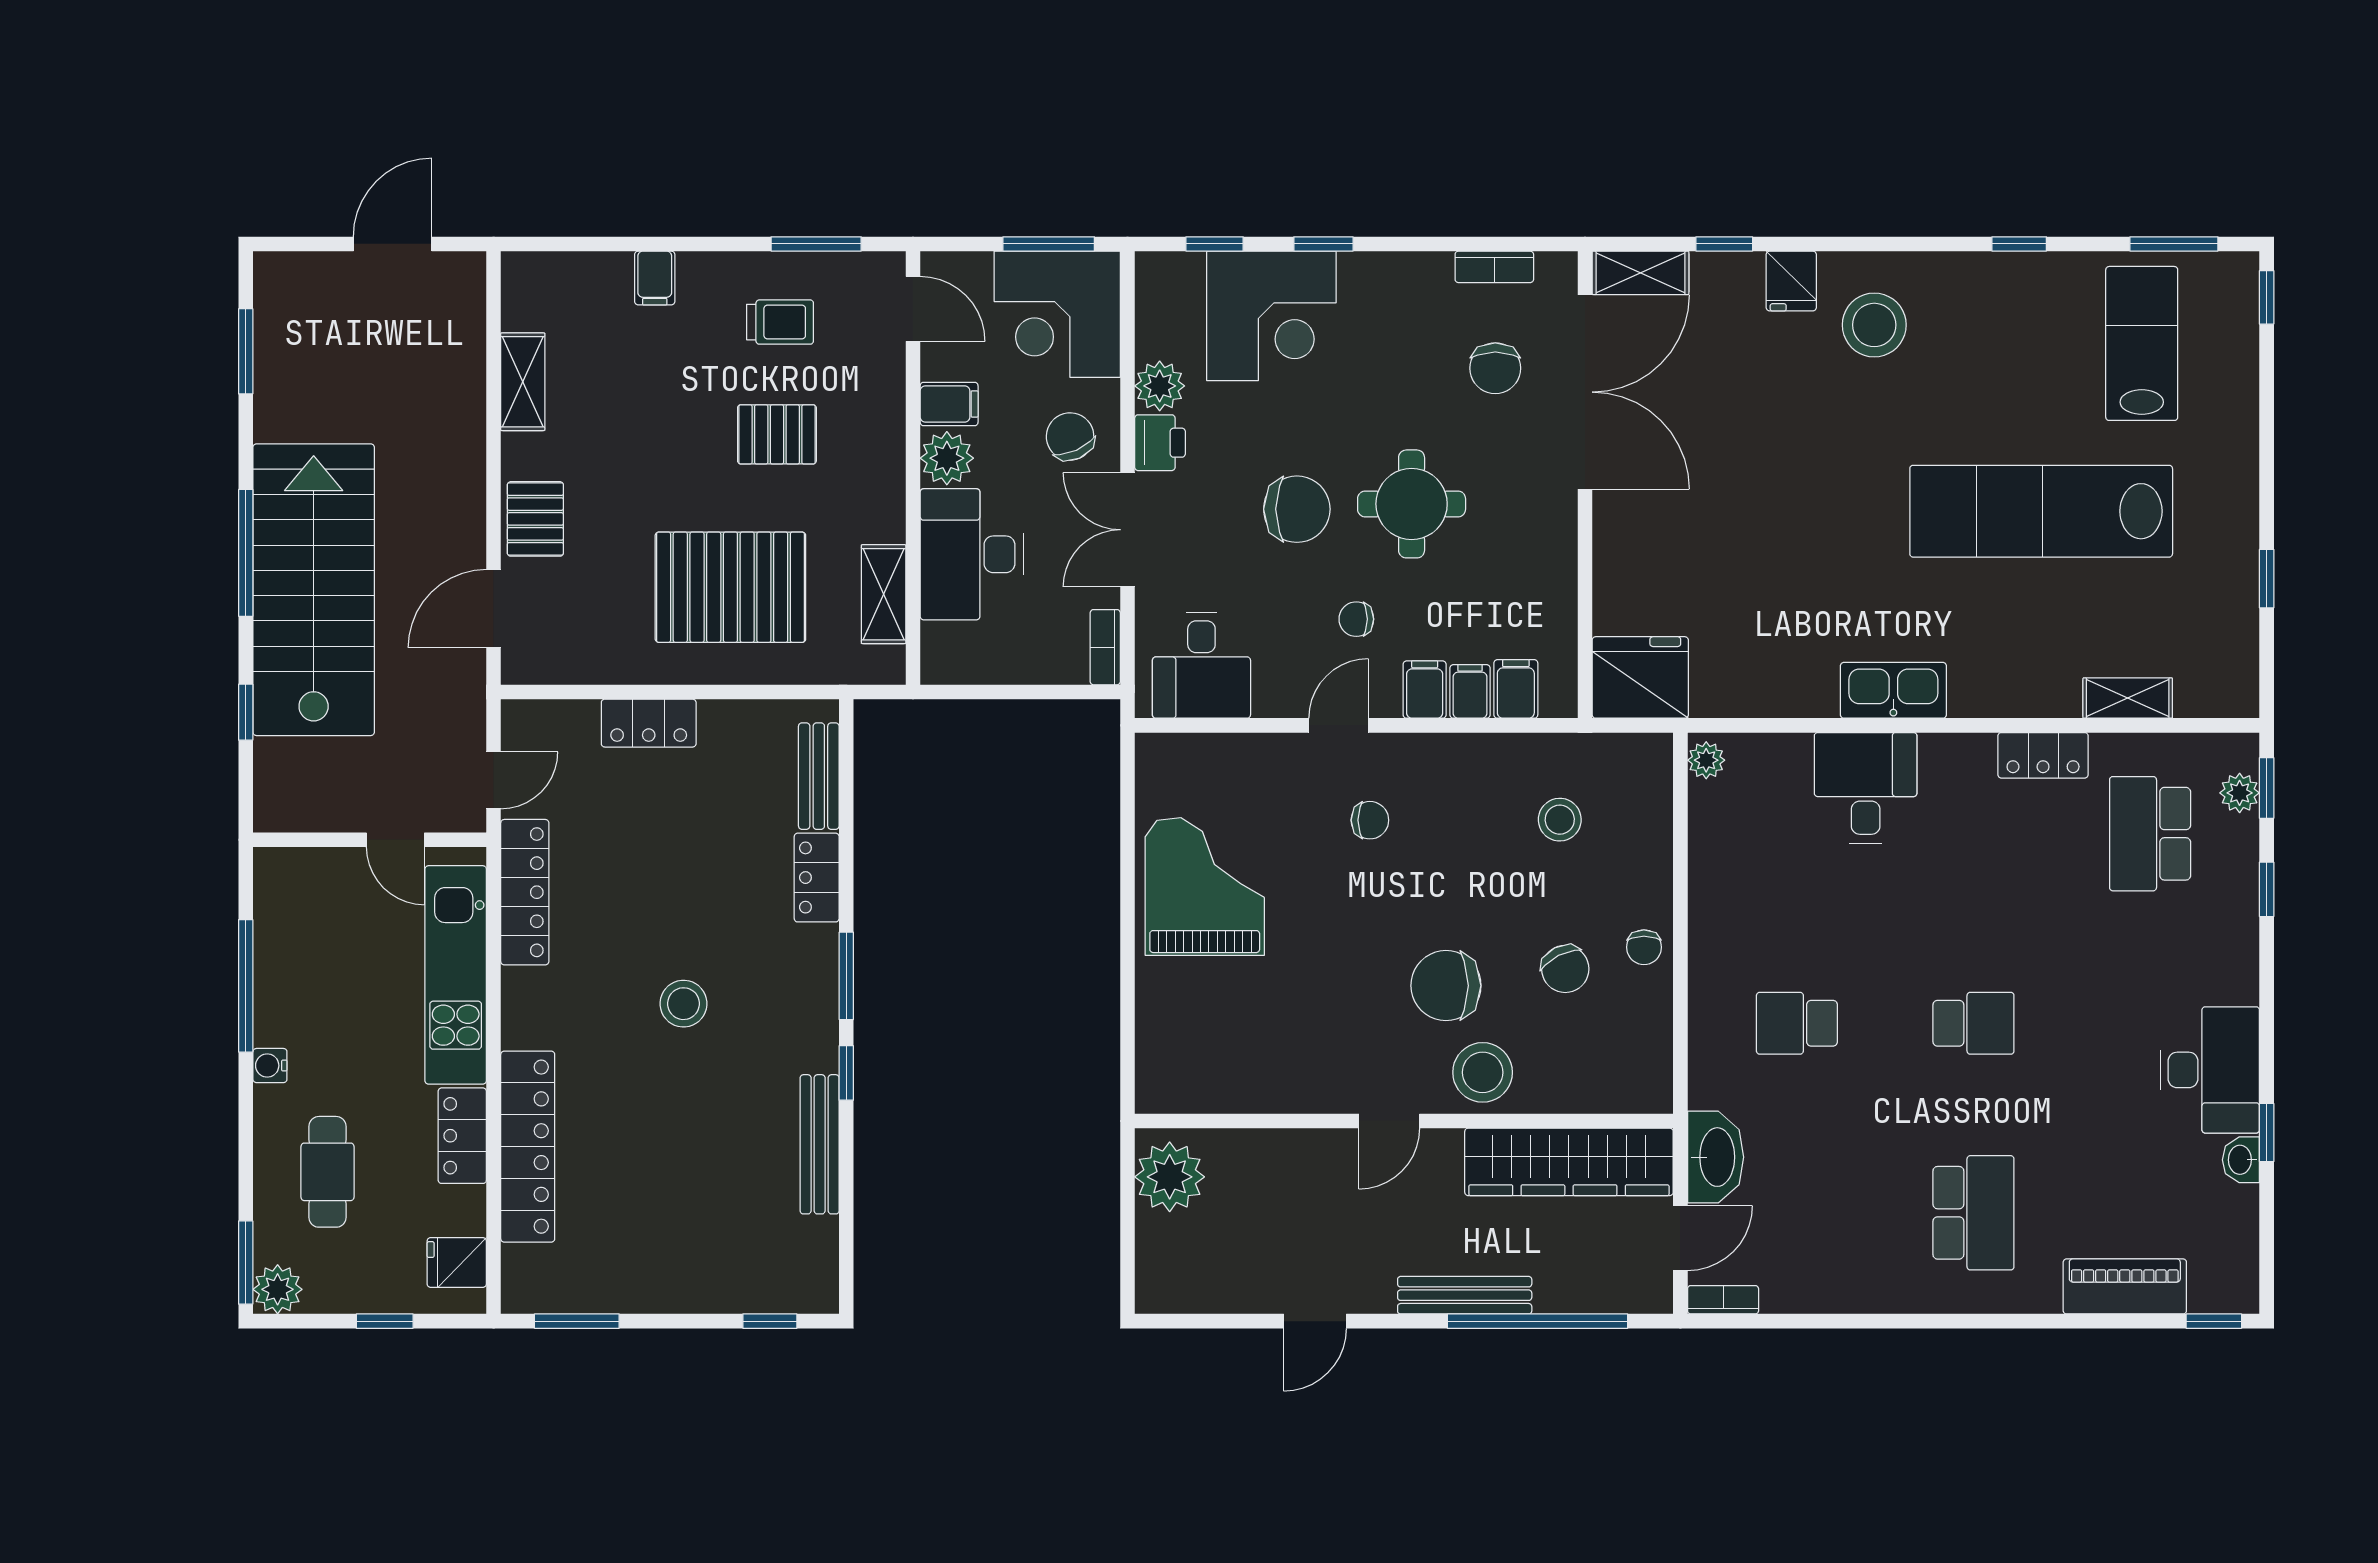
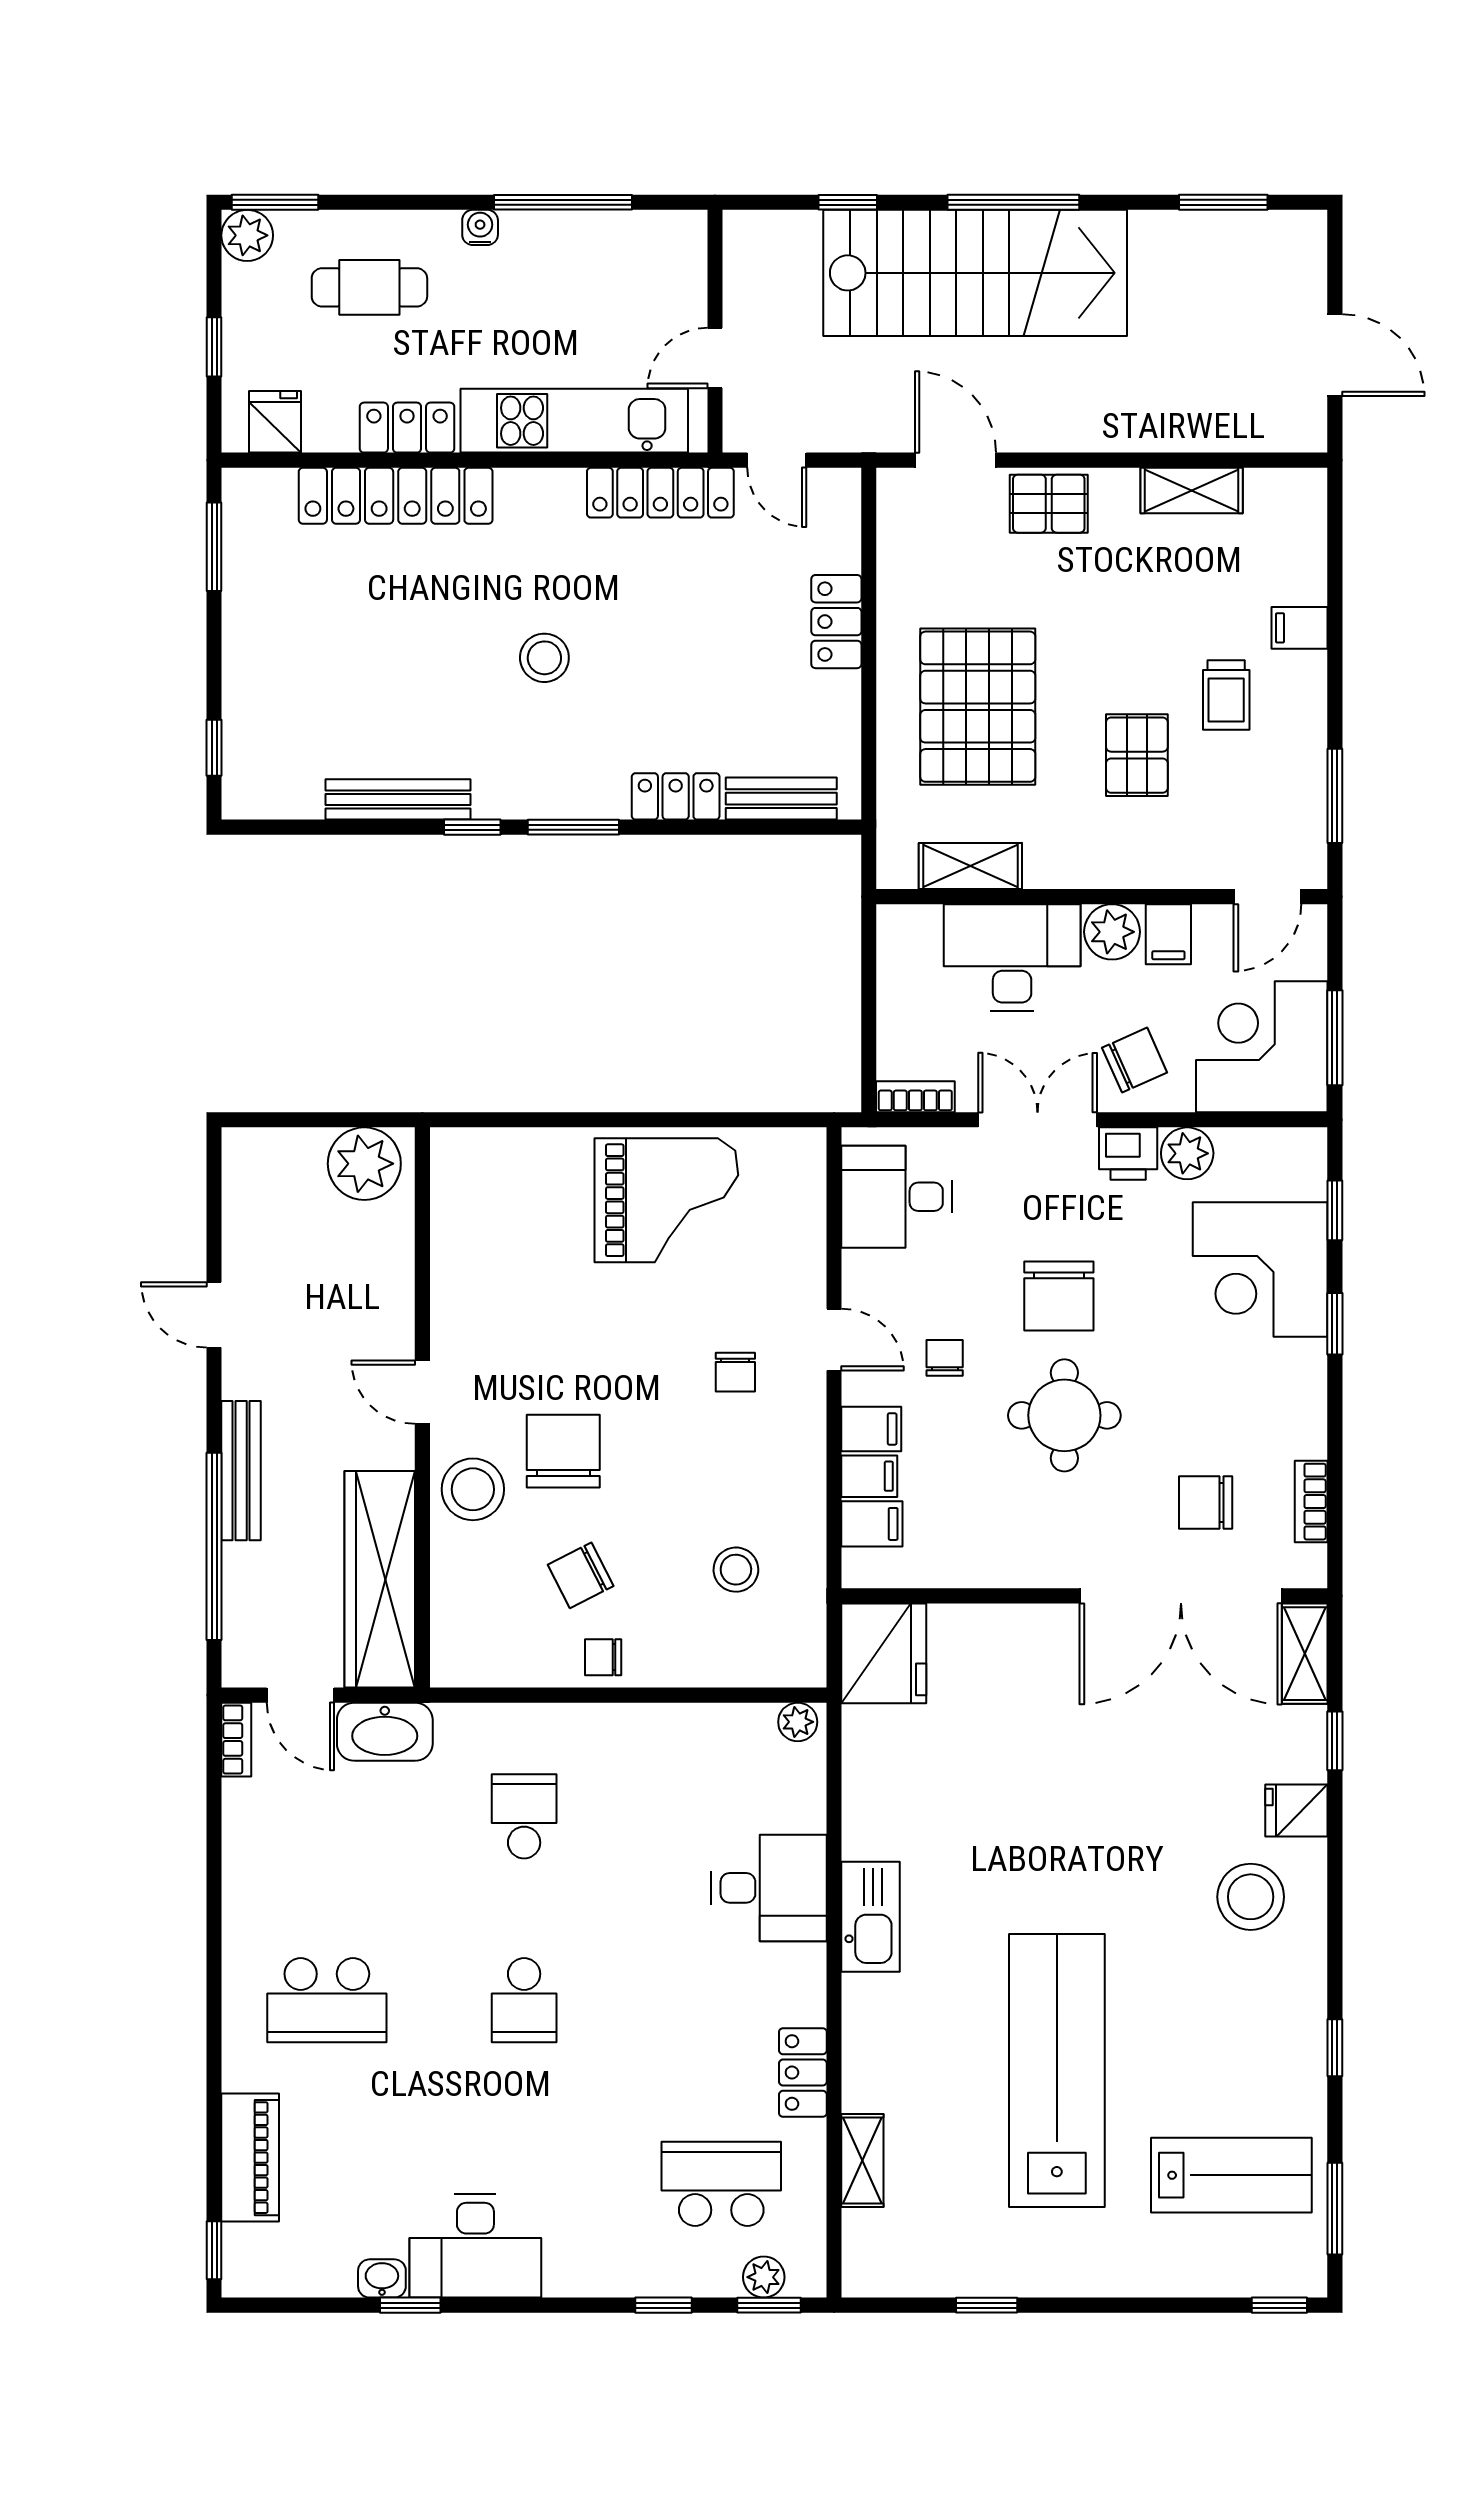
trolley: (780, 322) -> (1226, 695), moved

